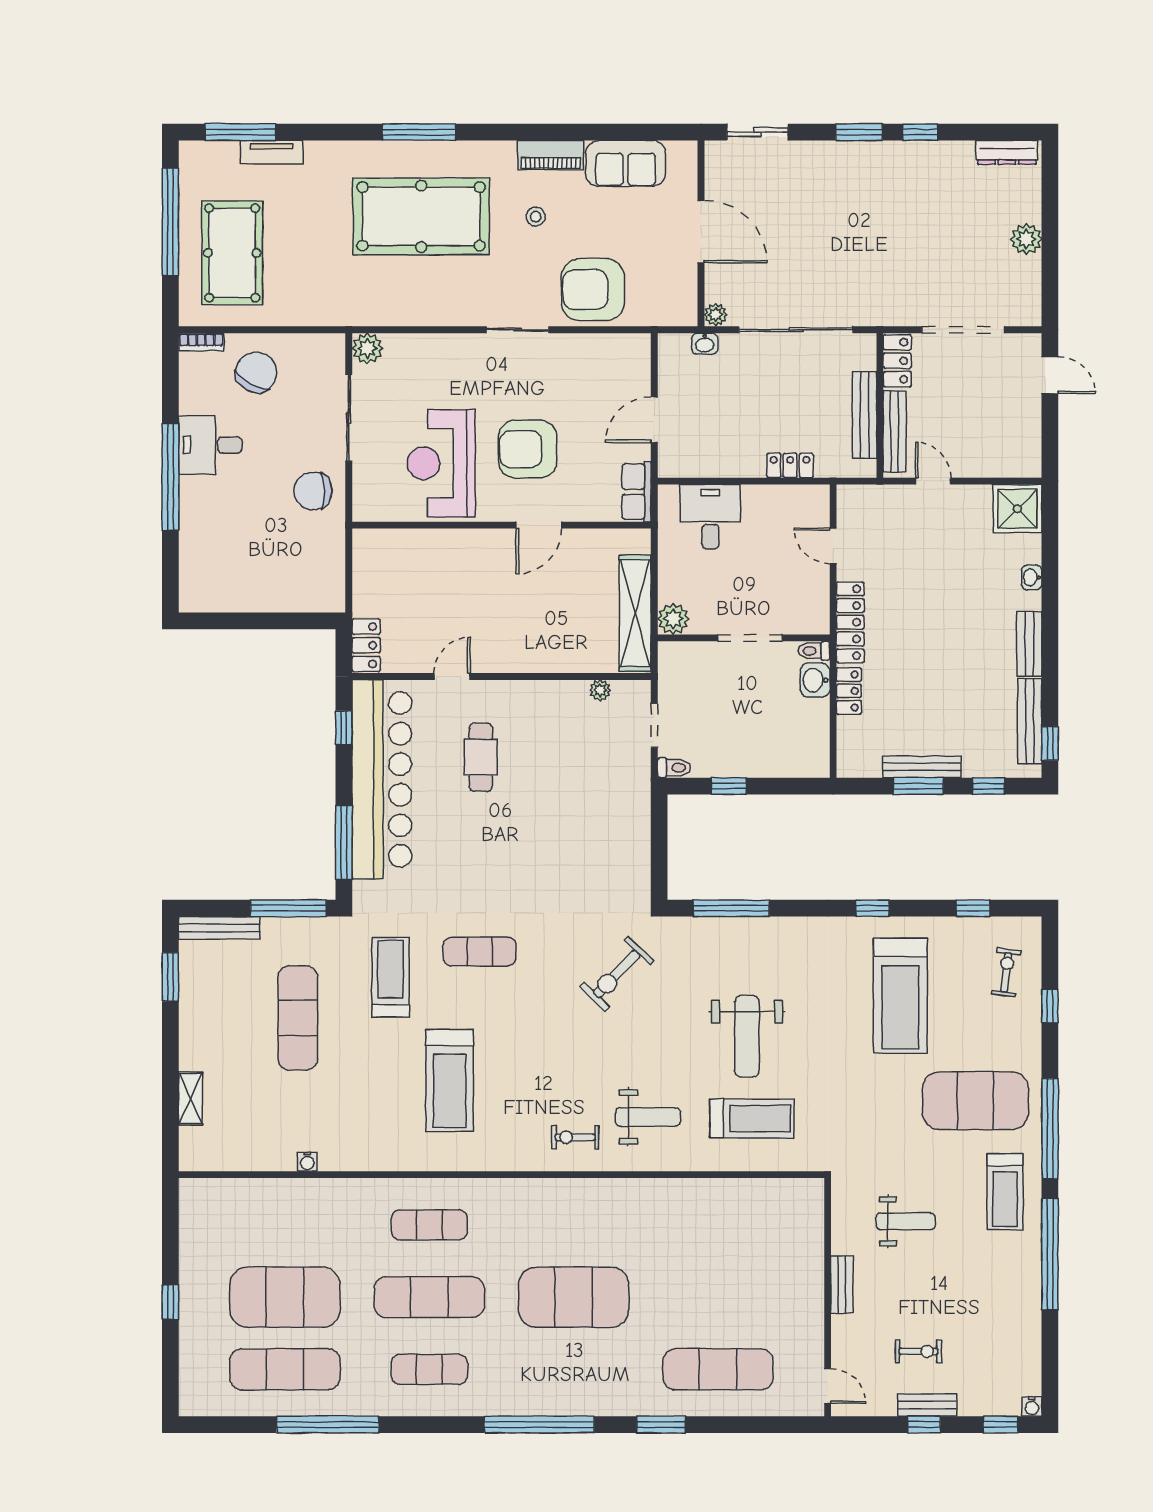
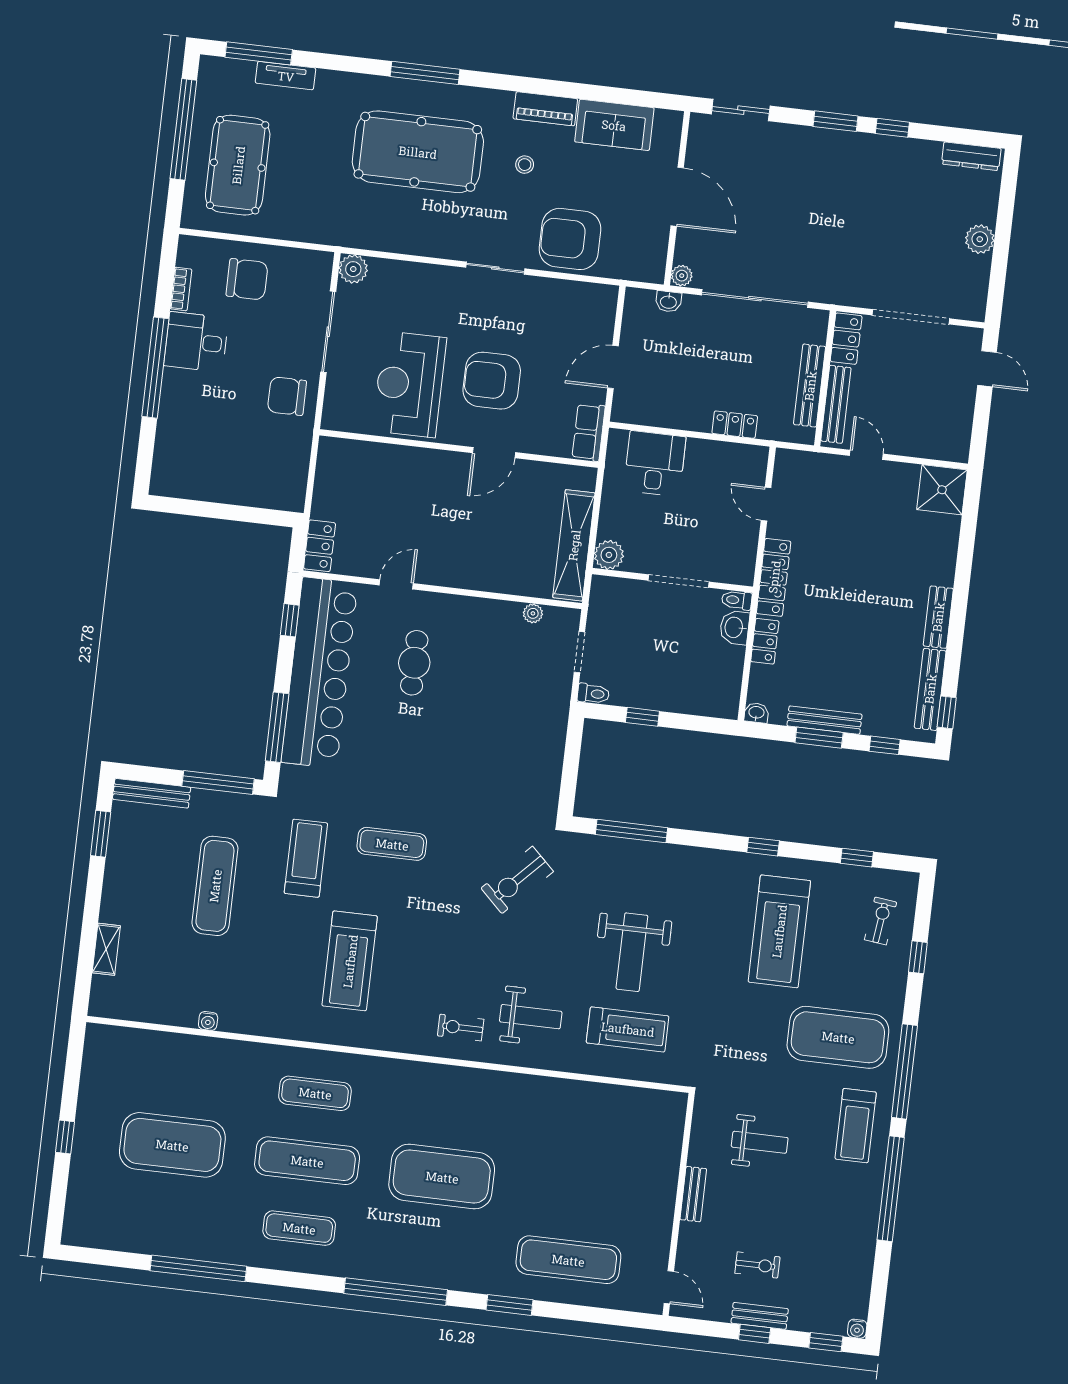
bookcase: (201, 342) -> (181, 289), moved, turned -90
chair: (256, 372) -> (247, 279), turned 62
washbasin: (1032, 577) -> (756, 713), moved, turned 90
exercise mat: (285, 1369) -> (165, 1212), removed

